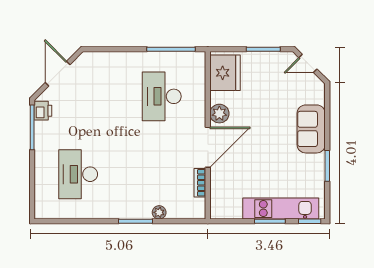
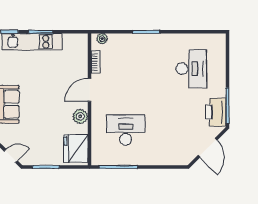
desk: (162, 96) -> (126, 130), turned -90
printer: (43, 111) -> (216, 112), width x1.87, depth x1.48
door: (208, 147) -> (89, 90), width x0.73
plant: (159, 212) -> (102, 39), moved

